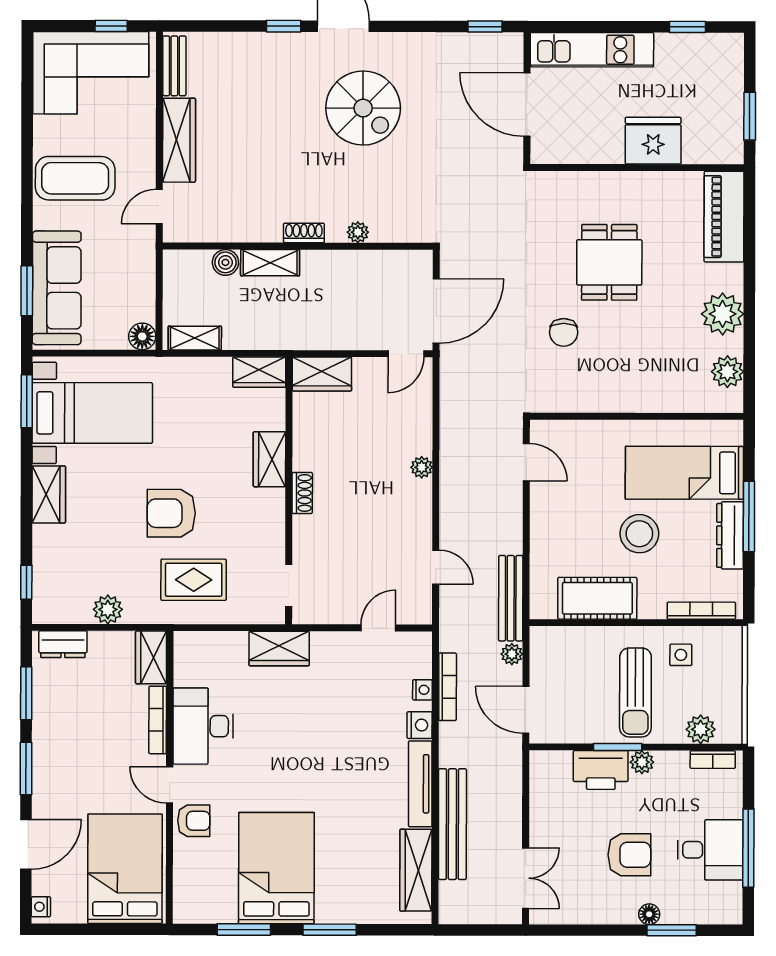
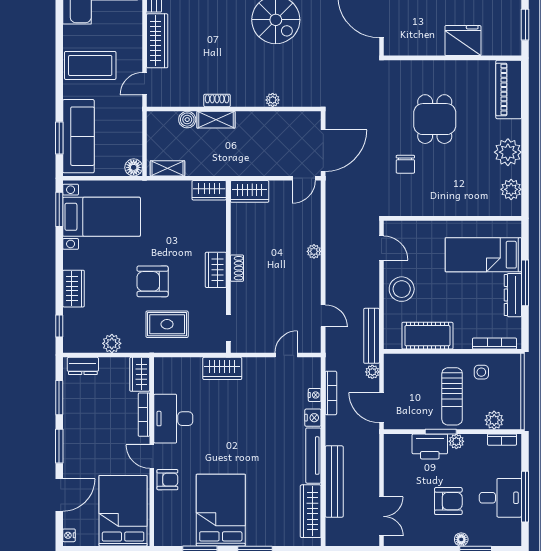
shoe rack: (304, 233) -> (217, 100), moved
wardrobe: (269, 459) -> (216, 270), moved
wardrobe: (49, 494) -> (74, 289), moved
stool: (639, 534) -> (402, 289), moved

